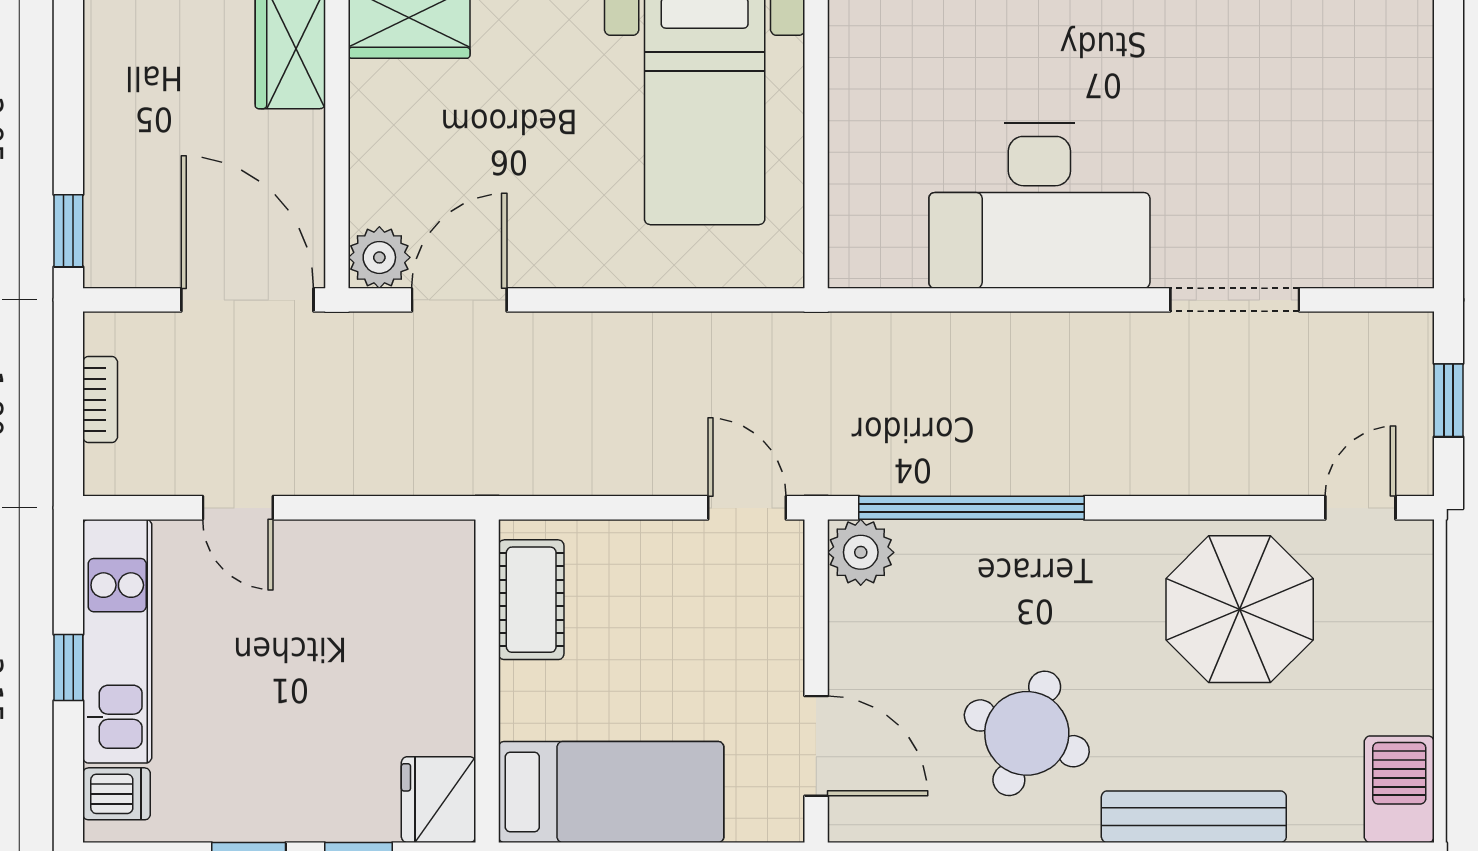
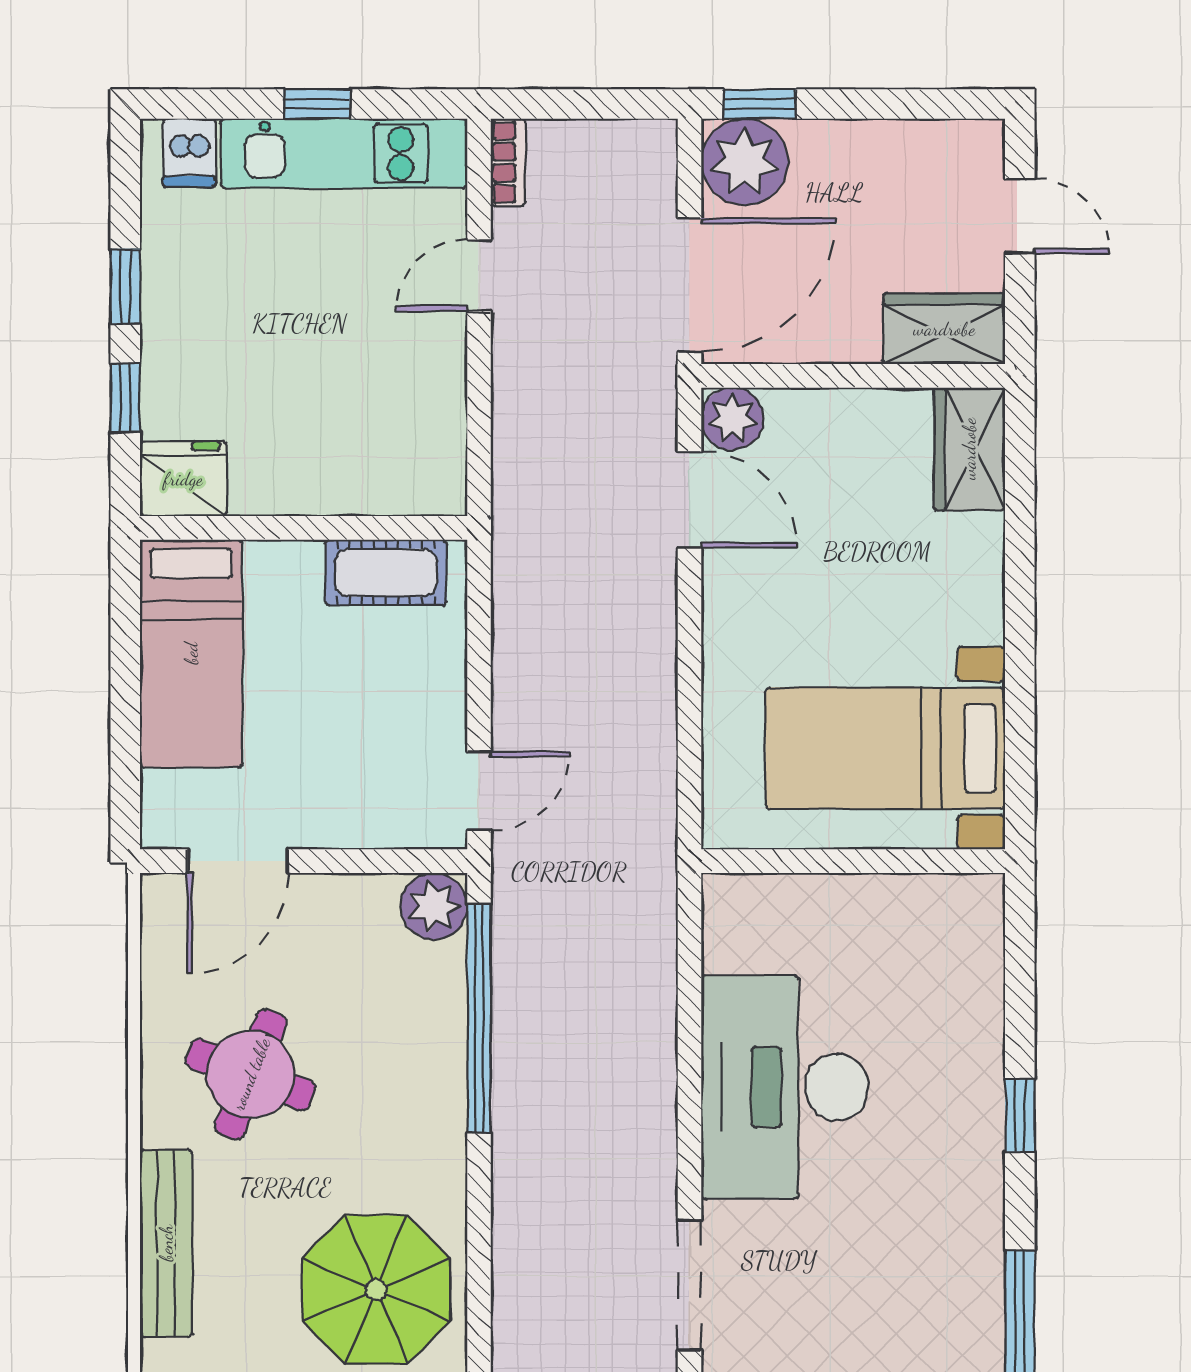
plant: (126, 245) -> (745, 162), added
bookcase: (100, 400) -> (508, 162), moved, turned -90

